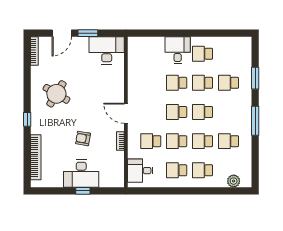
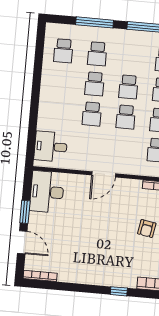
desk: (178, 50) -> (51, 147), moved
school desk: (203, 54) -> (63, 51), moved
window: (255, 78) -> (95, 22), width x1.44
round table: (56, 94) -> (92, 255), removed
door: (126, 113) -> (104, 174), moved

